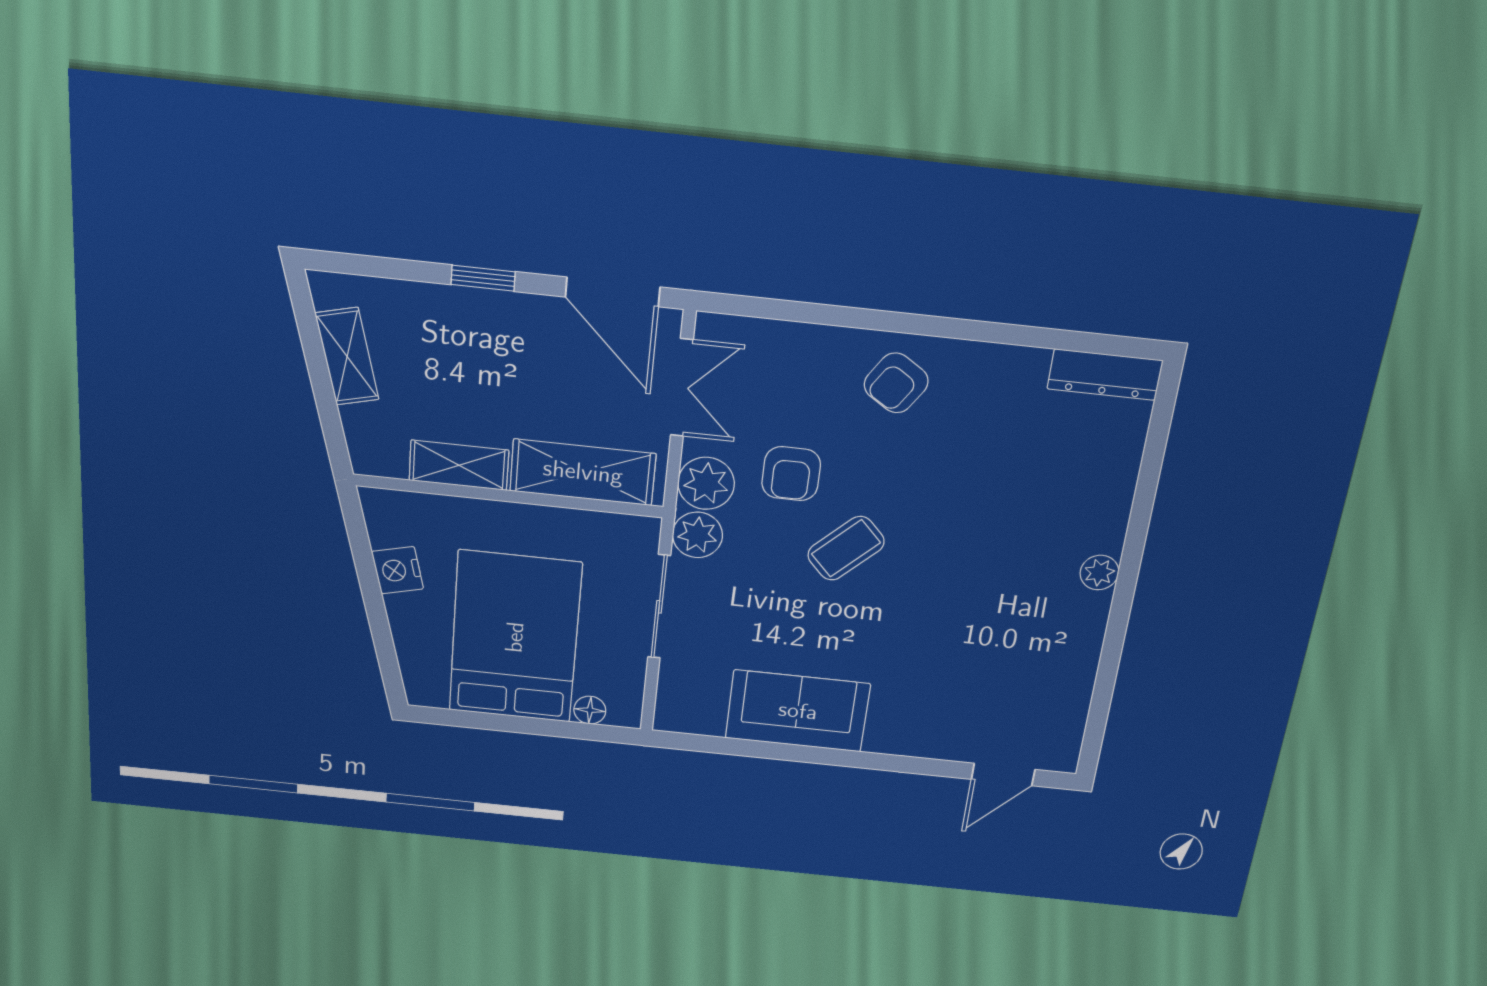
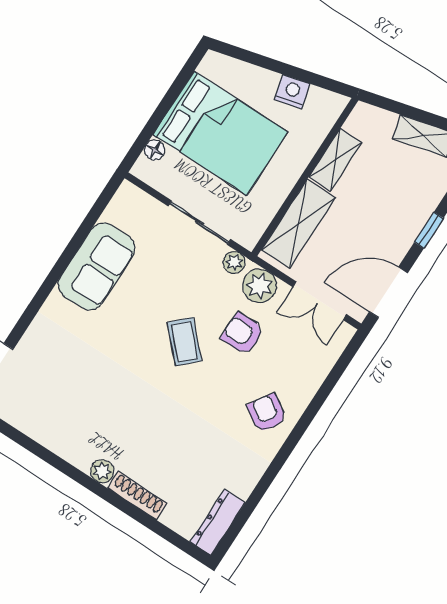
shoe rack: (1115, 508) -> (137, 496), added
plant: (697, 535) -> (234, 262), width x0.73, depth x0.73

